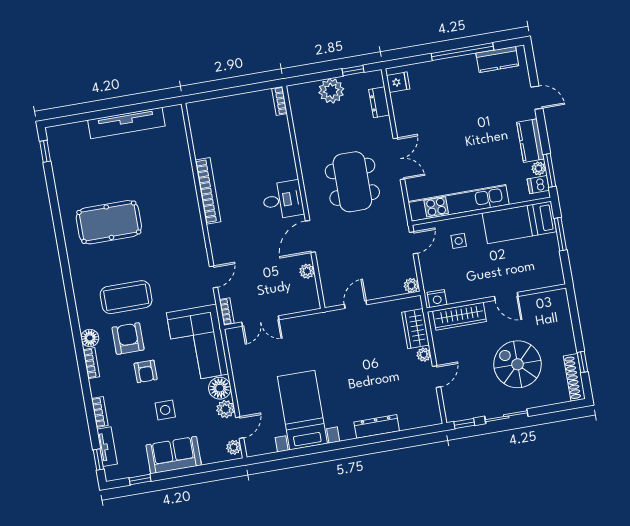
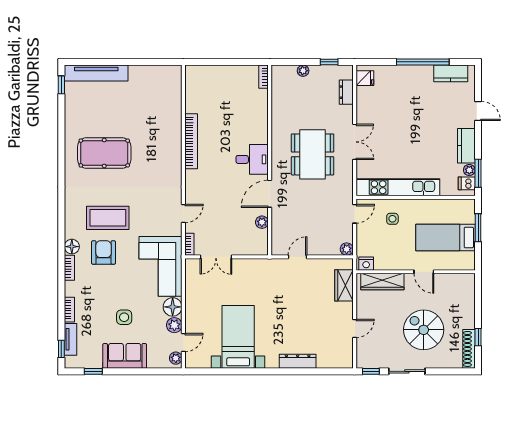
plant: (331, 91) -> (303, 71), width x0.53, depth x0.53
tv unit: (126, 123) -> (96, 73), moved
bed: (519, 222) -> (446, 237), moved
plant: (424, 355) -> (347, 308), removed
armchair: (146, 371) -> (113, 282), removed

